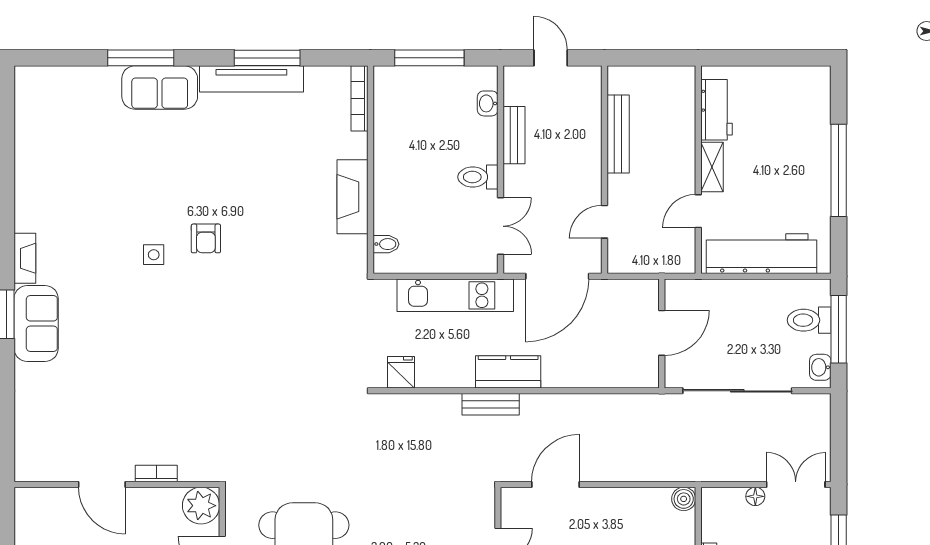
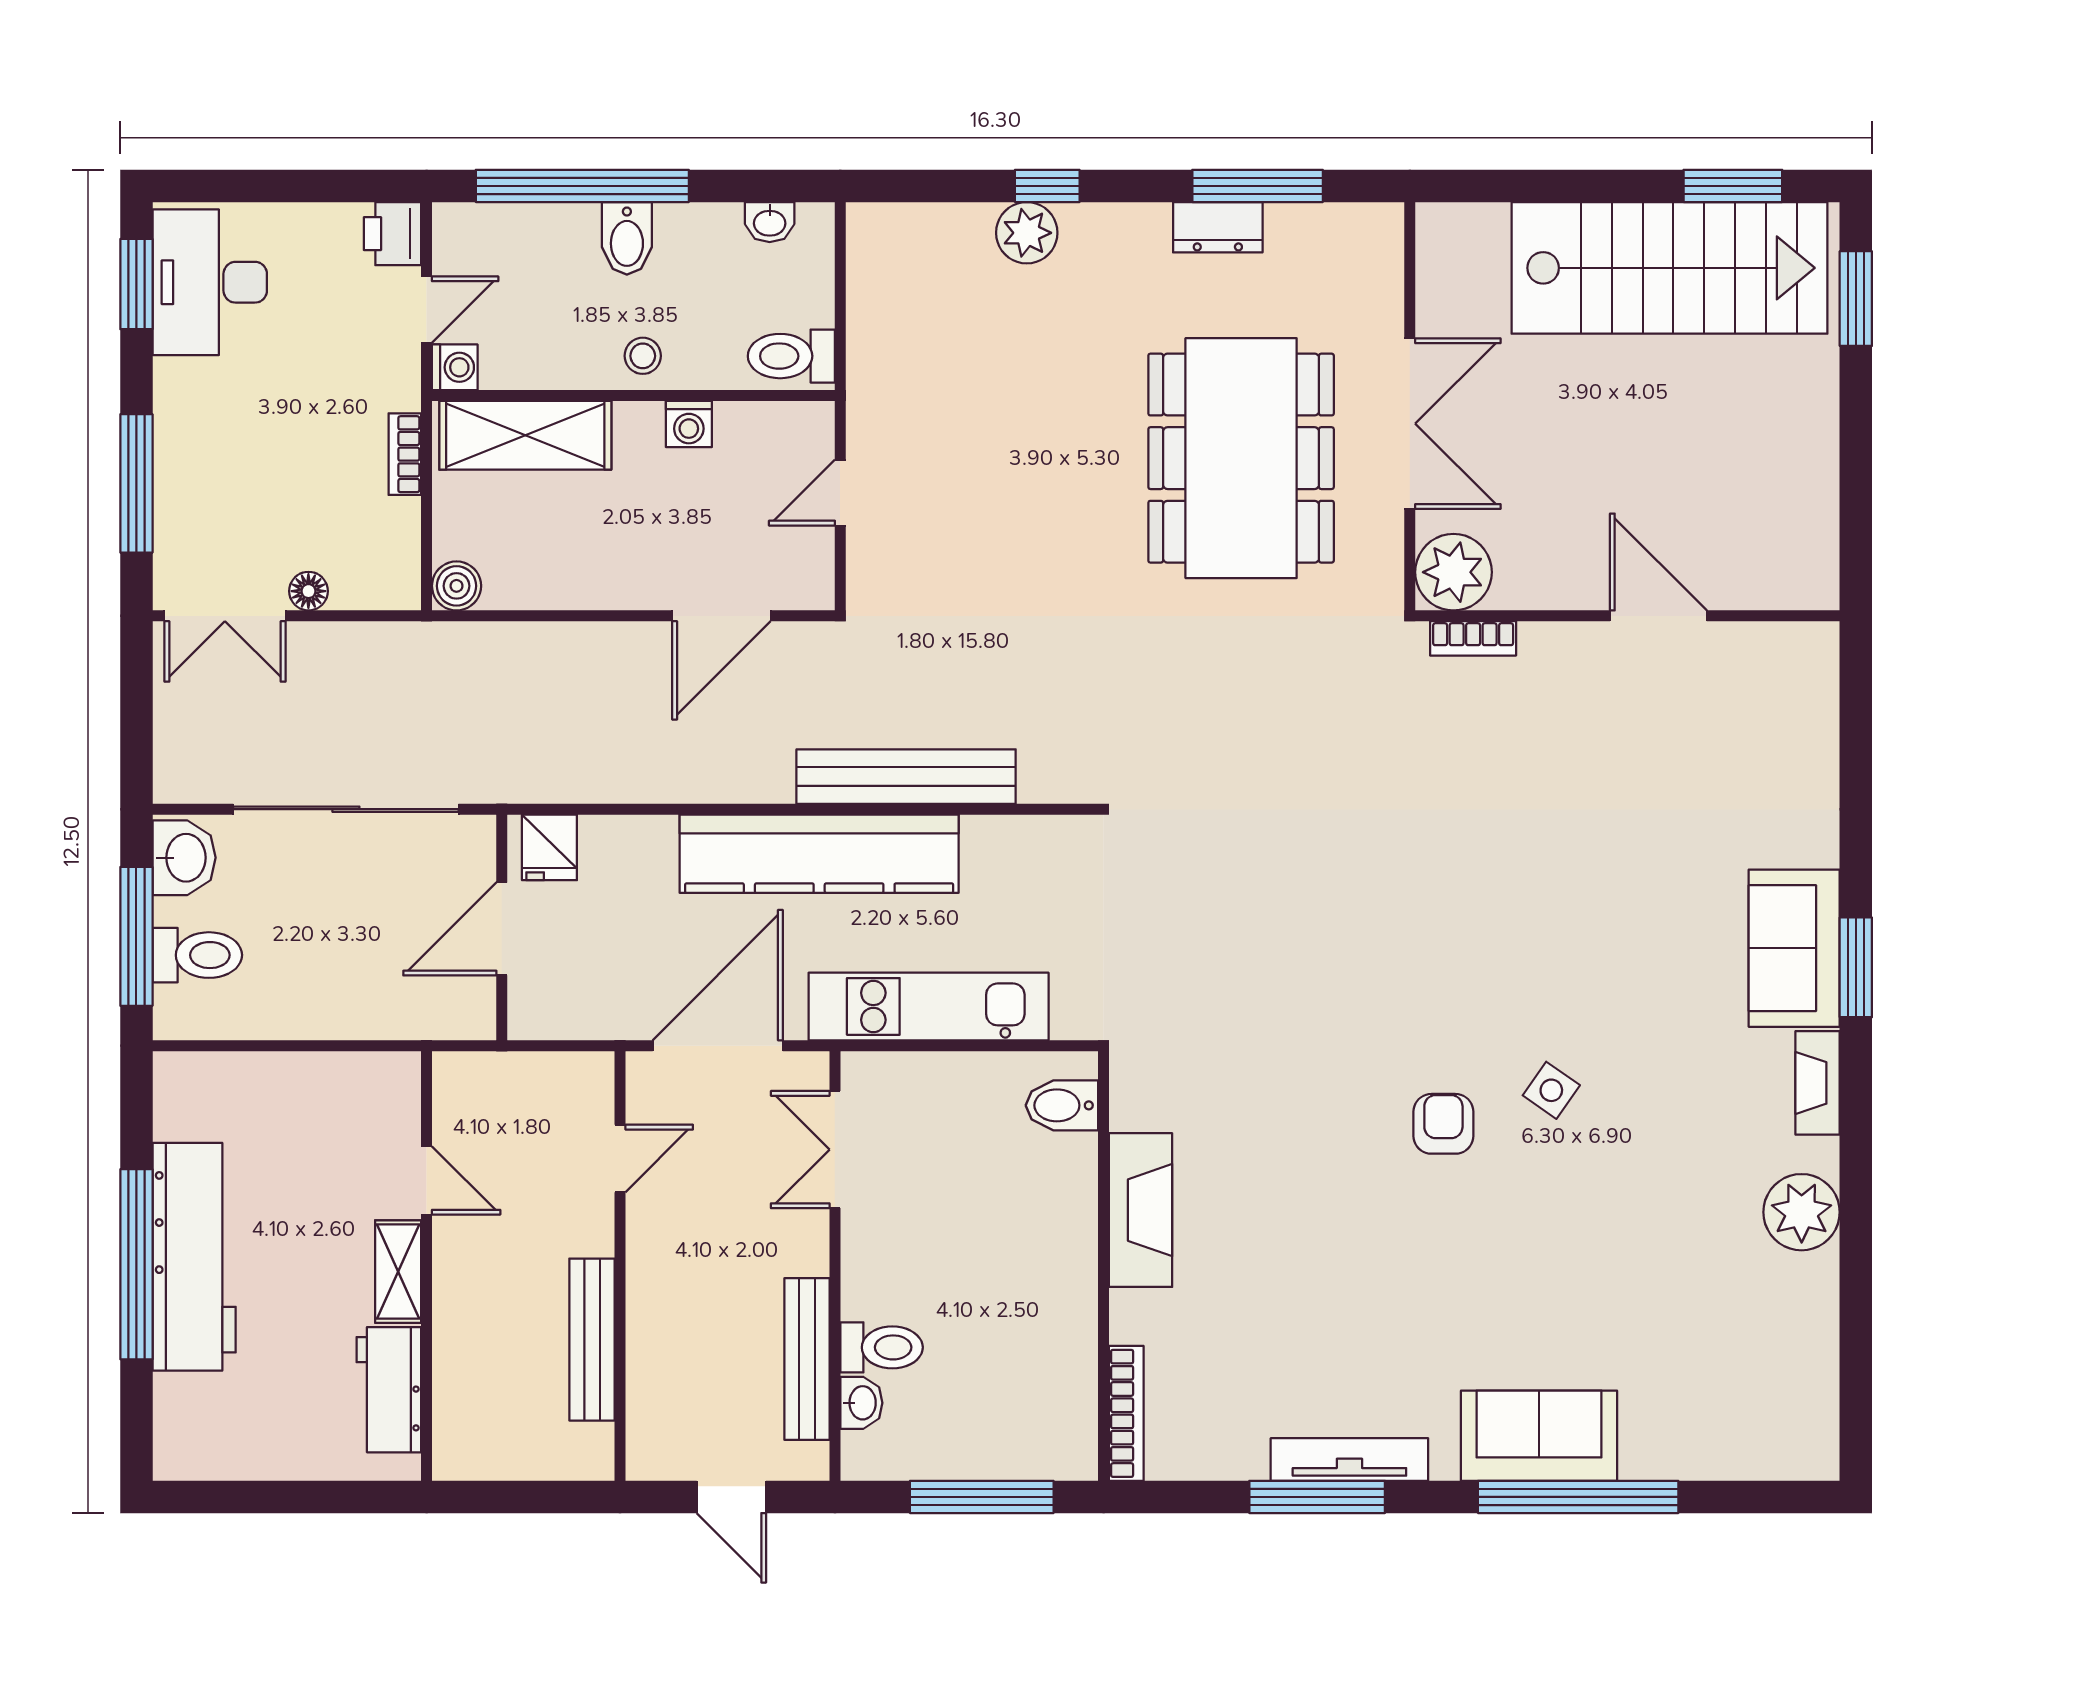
window: (141, 58) -> (1578, 1497), width x1.46
tv unit: (251, 79) -> (1349, 1460), width x0.73, depth x0.78
bench: (514, 135) -> (807, 1359), width x1.36
toilet: (478, 177) -> (882, 1347), moved
plant: (33, 196) -> (1802, 1212), added
door: (698, 211) -> (427, 1180), hinge flipped
bidet: (386, 244) -> (1062, 1105), width x1.38, depth x1.36
workbench: (762, 254) -> (194, 1257), moved, turned -90
side table: (154, 255) -> (1551, 1090), turned 35
washbasin: (820, 367) -> (184, 858), width x1.38, depth x1.45
fridge: (401, 372) -> (549, 847), moved
kitchen counter: (508, 372) -> (819, 854), width x2.08, depth x1.17
bench: (491, 404) -> (906, 777), width x1.86, depth x1.21
bookcase: (156, 473) -> (1473, 638), moved

